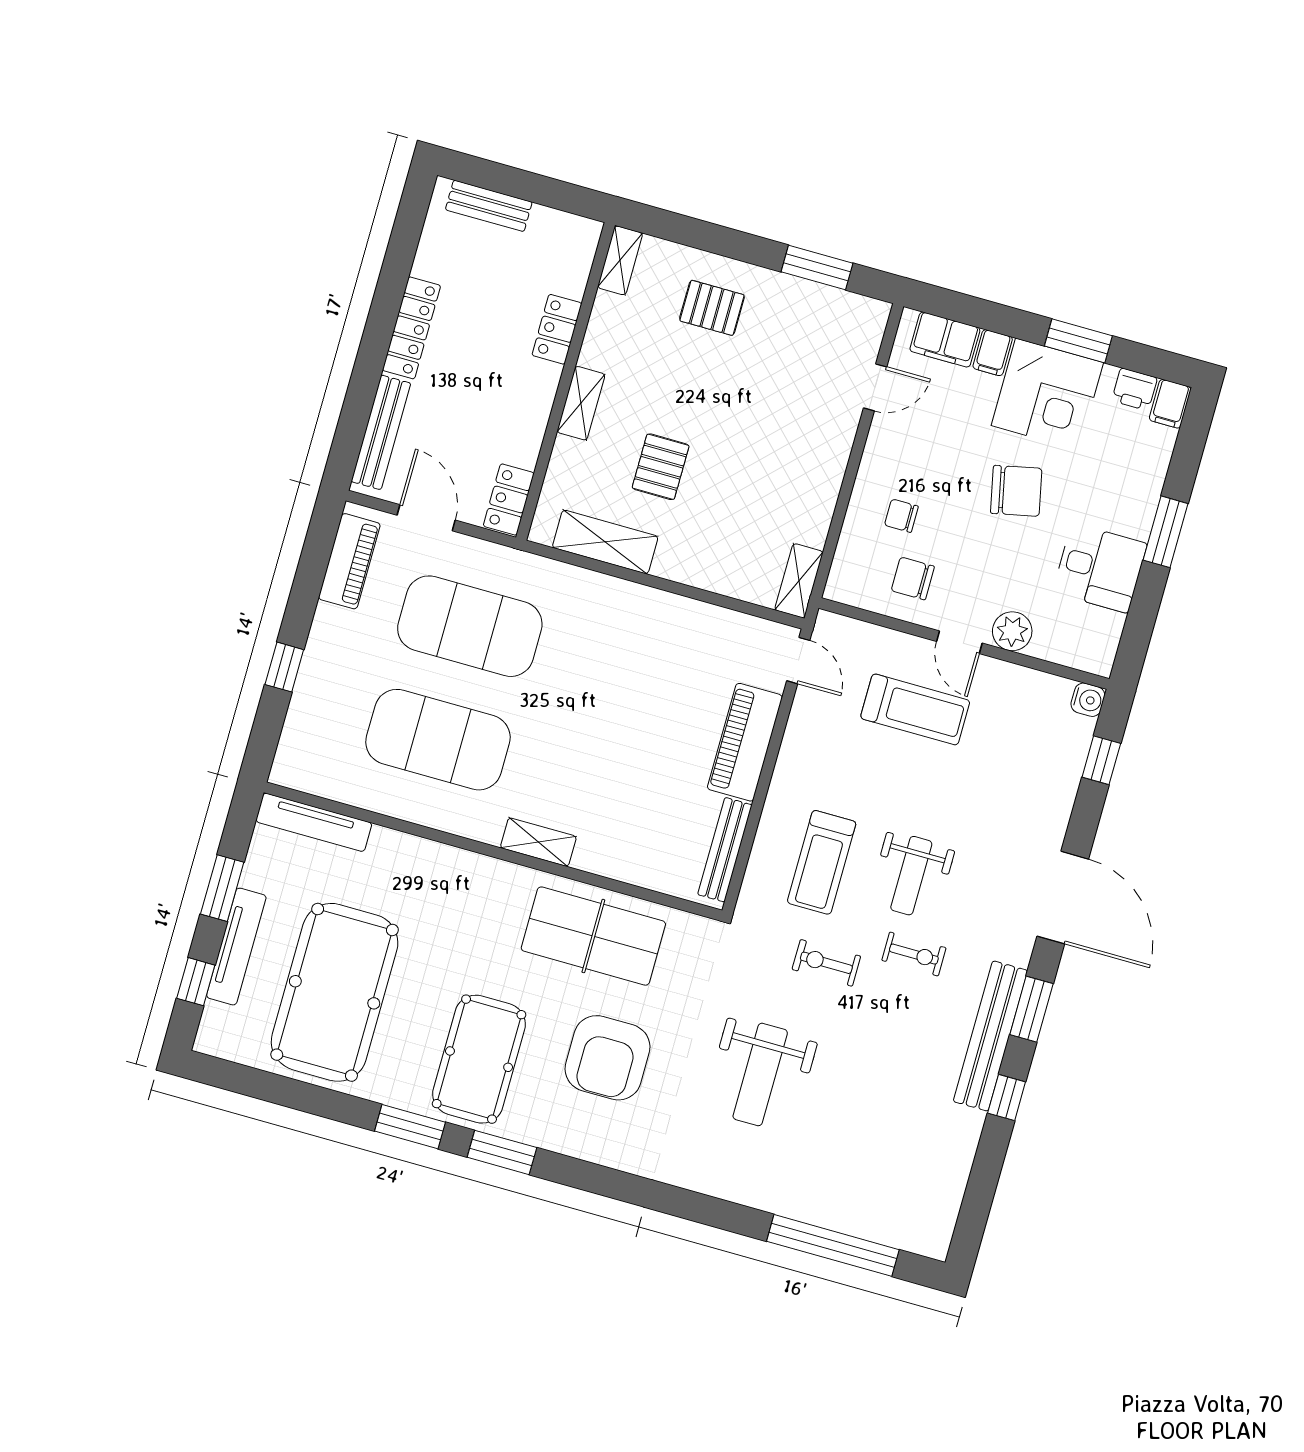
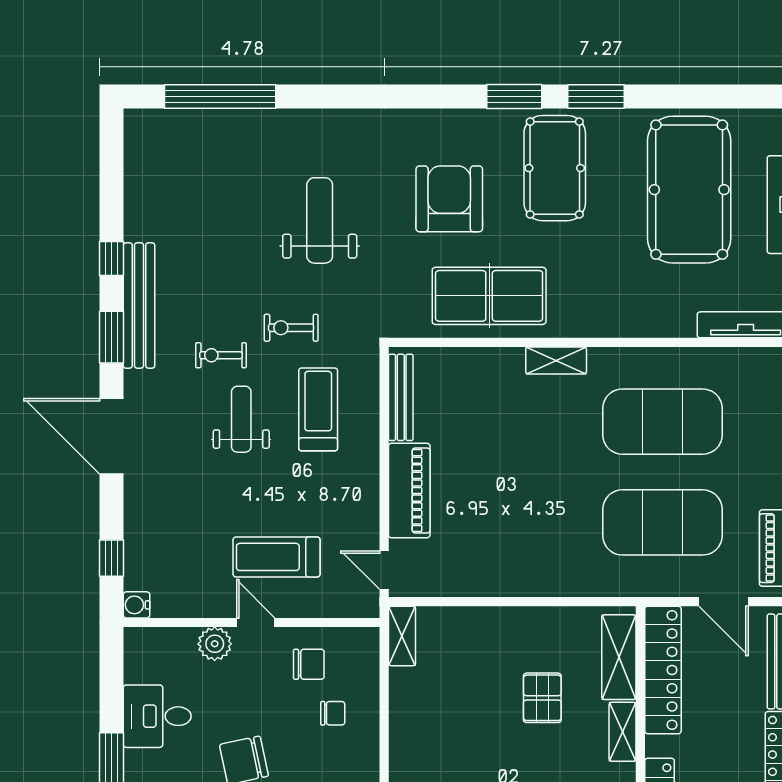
locker: (509, 499) -> (663, 670), width x2.16, depth x1.21
shelving: (605, 542) -> (619, 657), moved, turned 90
exercise bike: (826, 963) -> (291, 328), turned 180

